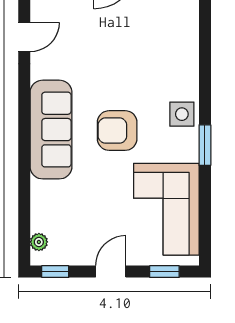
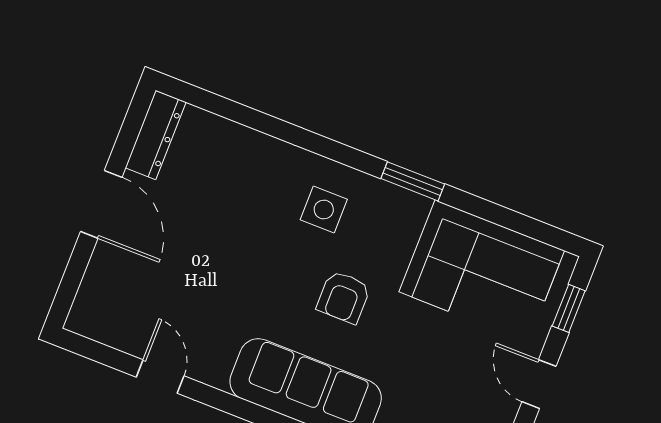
side table: (182, 114) -> (324, 210), moved
armchair: (117, 131) -> (344, 297), width x0.72, depth x0.72

